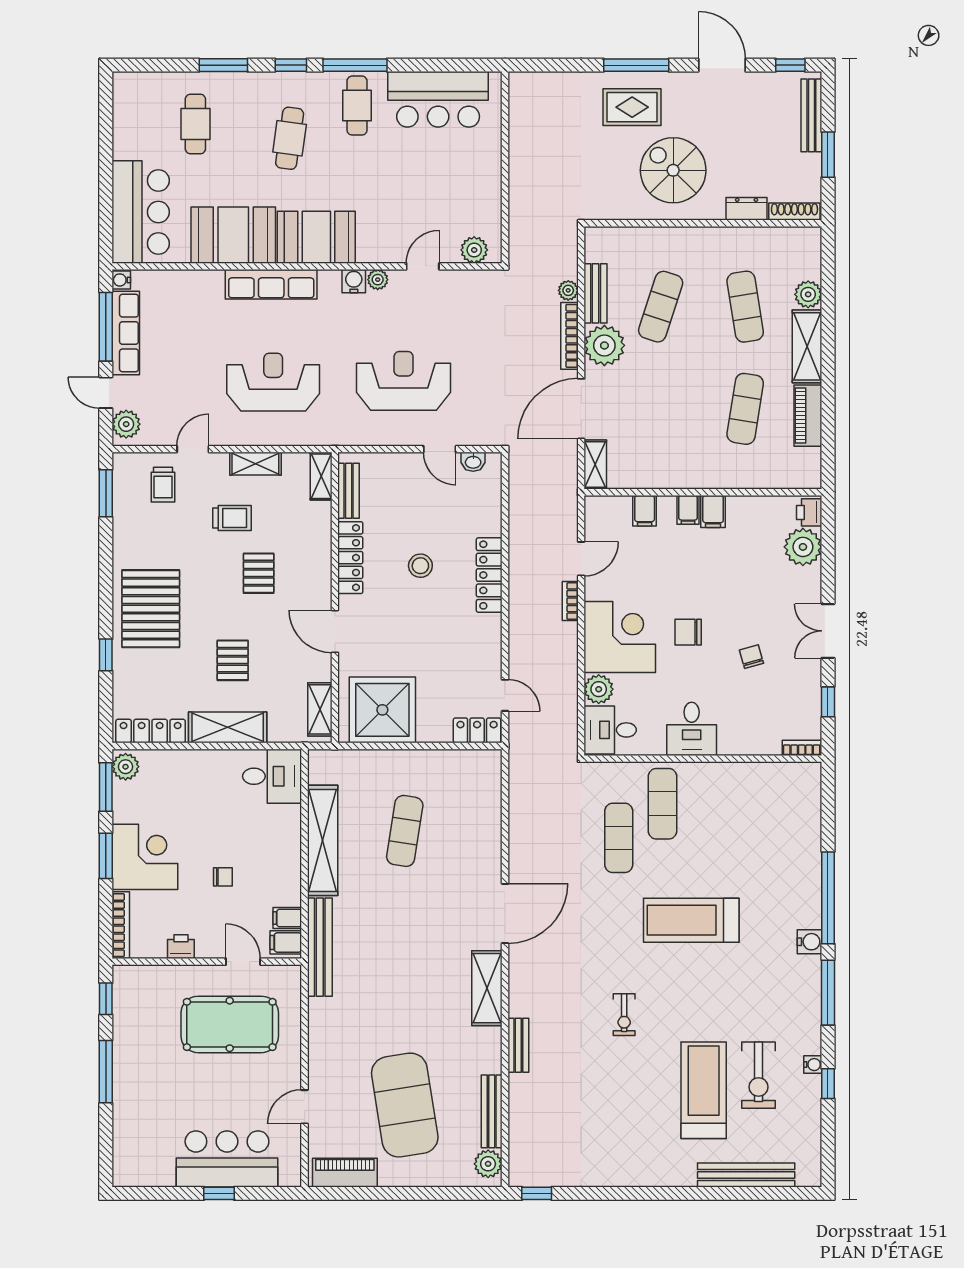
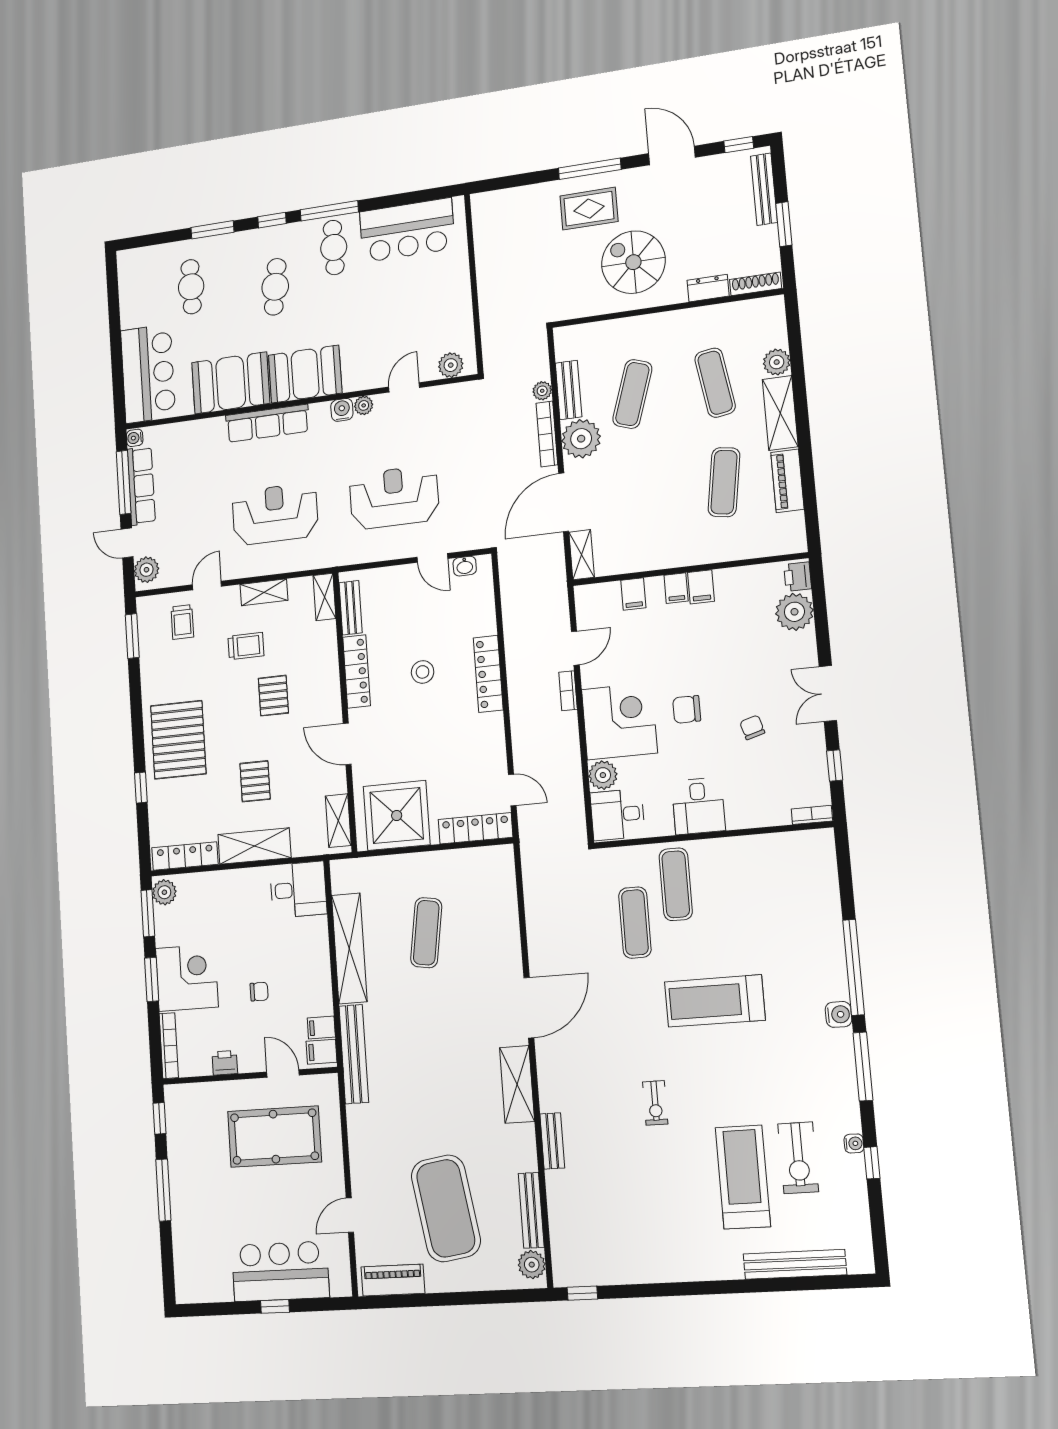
locker: (477, 730) -> (475, 828), width x1.53

